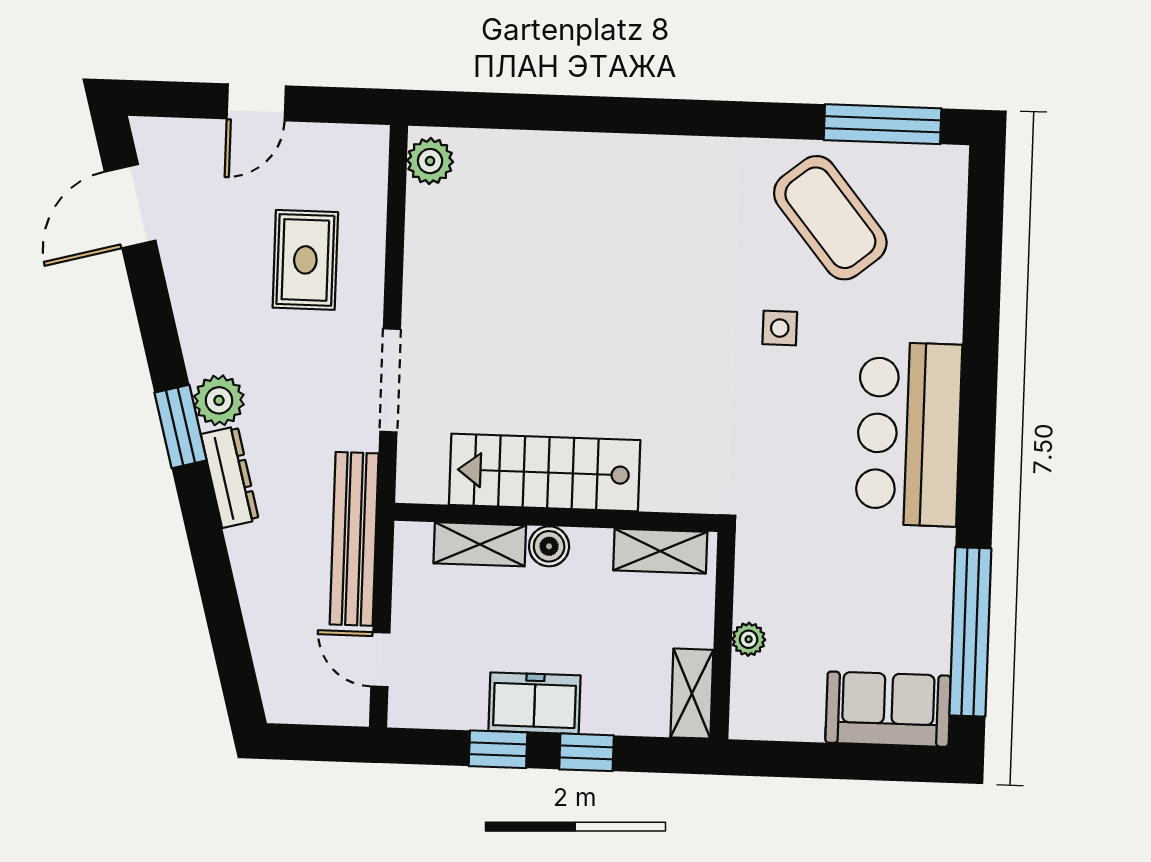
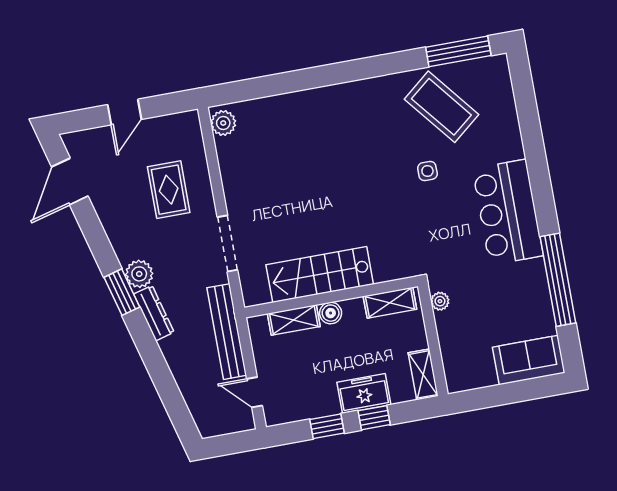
window: (970, 632) -> (558, 280), moved
plant: (749, 639) -> (440, 301), moved
freezer: (535, 703) -> (364, 394), moved

